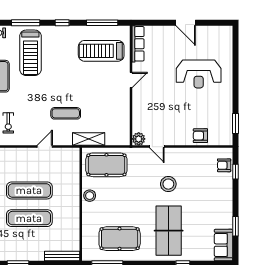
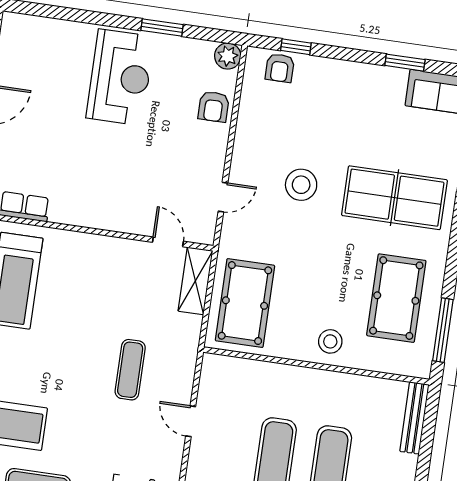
reception desk: (199, 74) -> (120, 77), moved
door: (131, 80) -> (168, 242), moved
window: (236, 123) -> (162, 28), moved
shelving: (89, 139) -> (195, 281), moved
plant: (139, 139) -> (228, 56), moved
stool: (90, 196) -> (330, 341), moved

